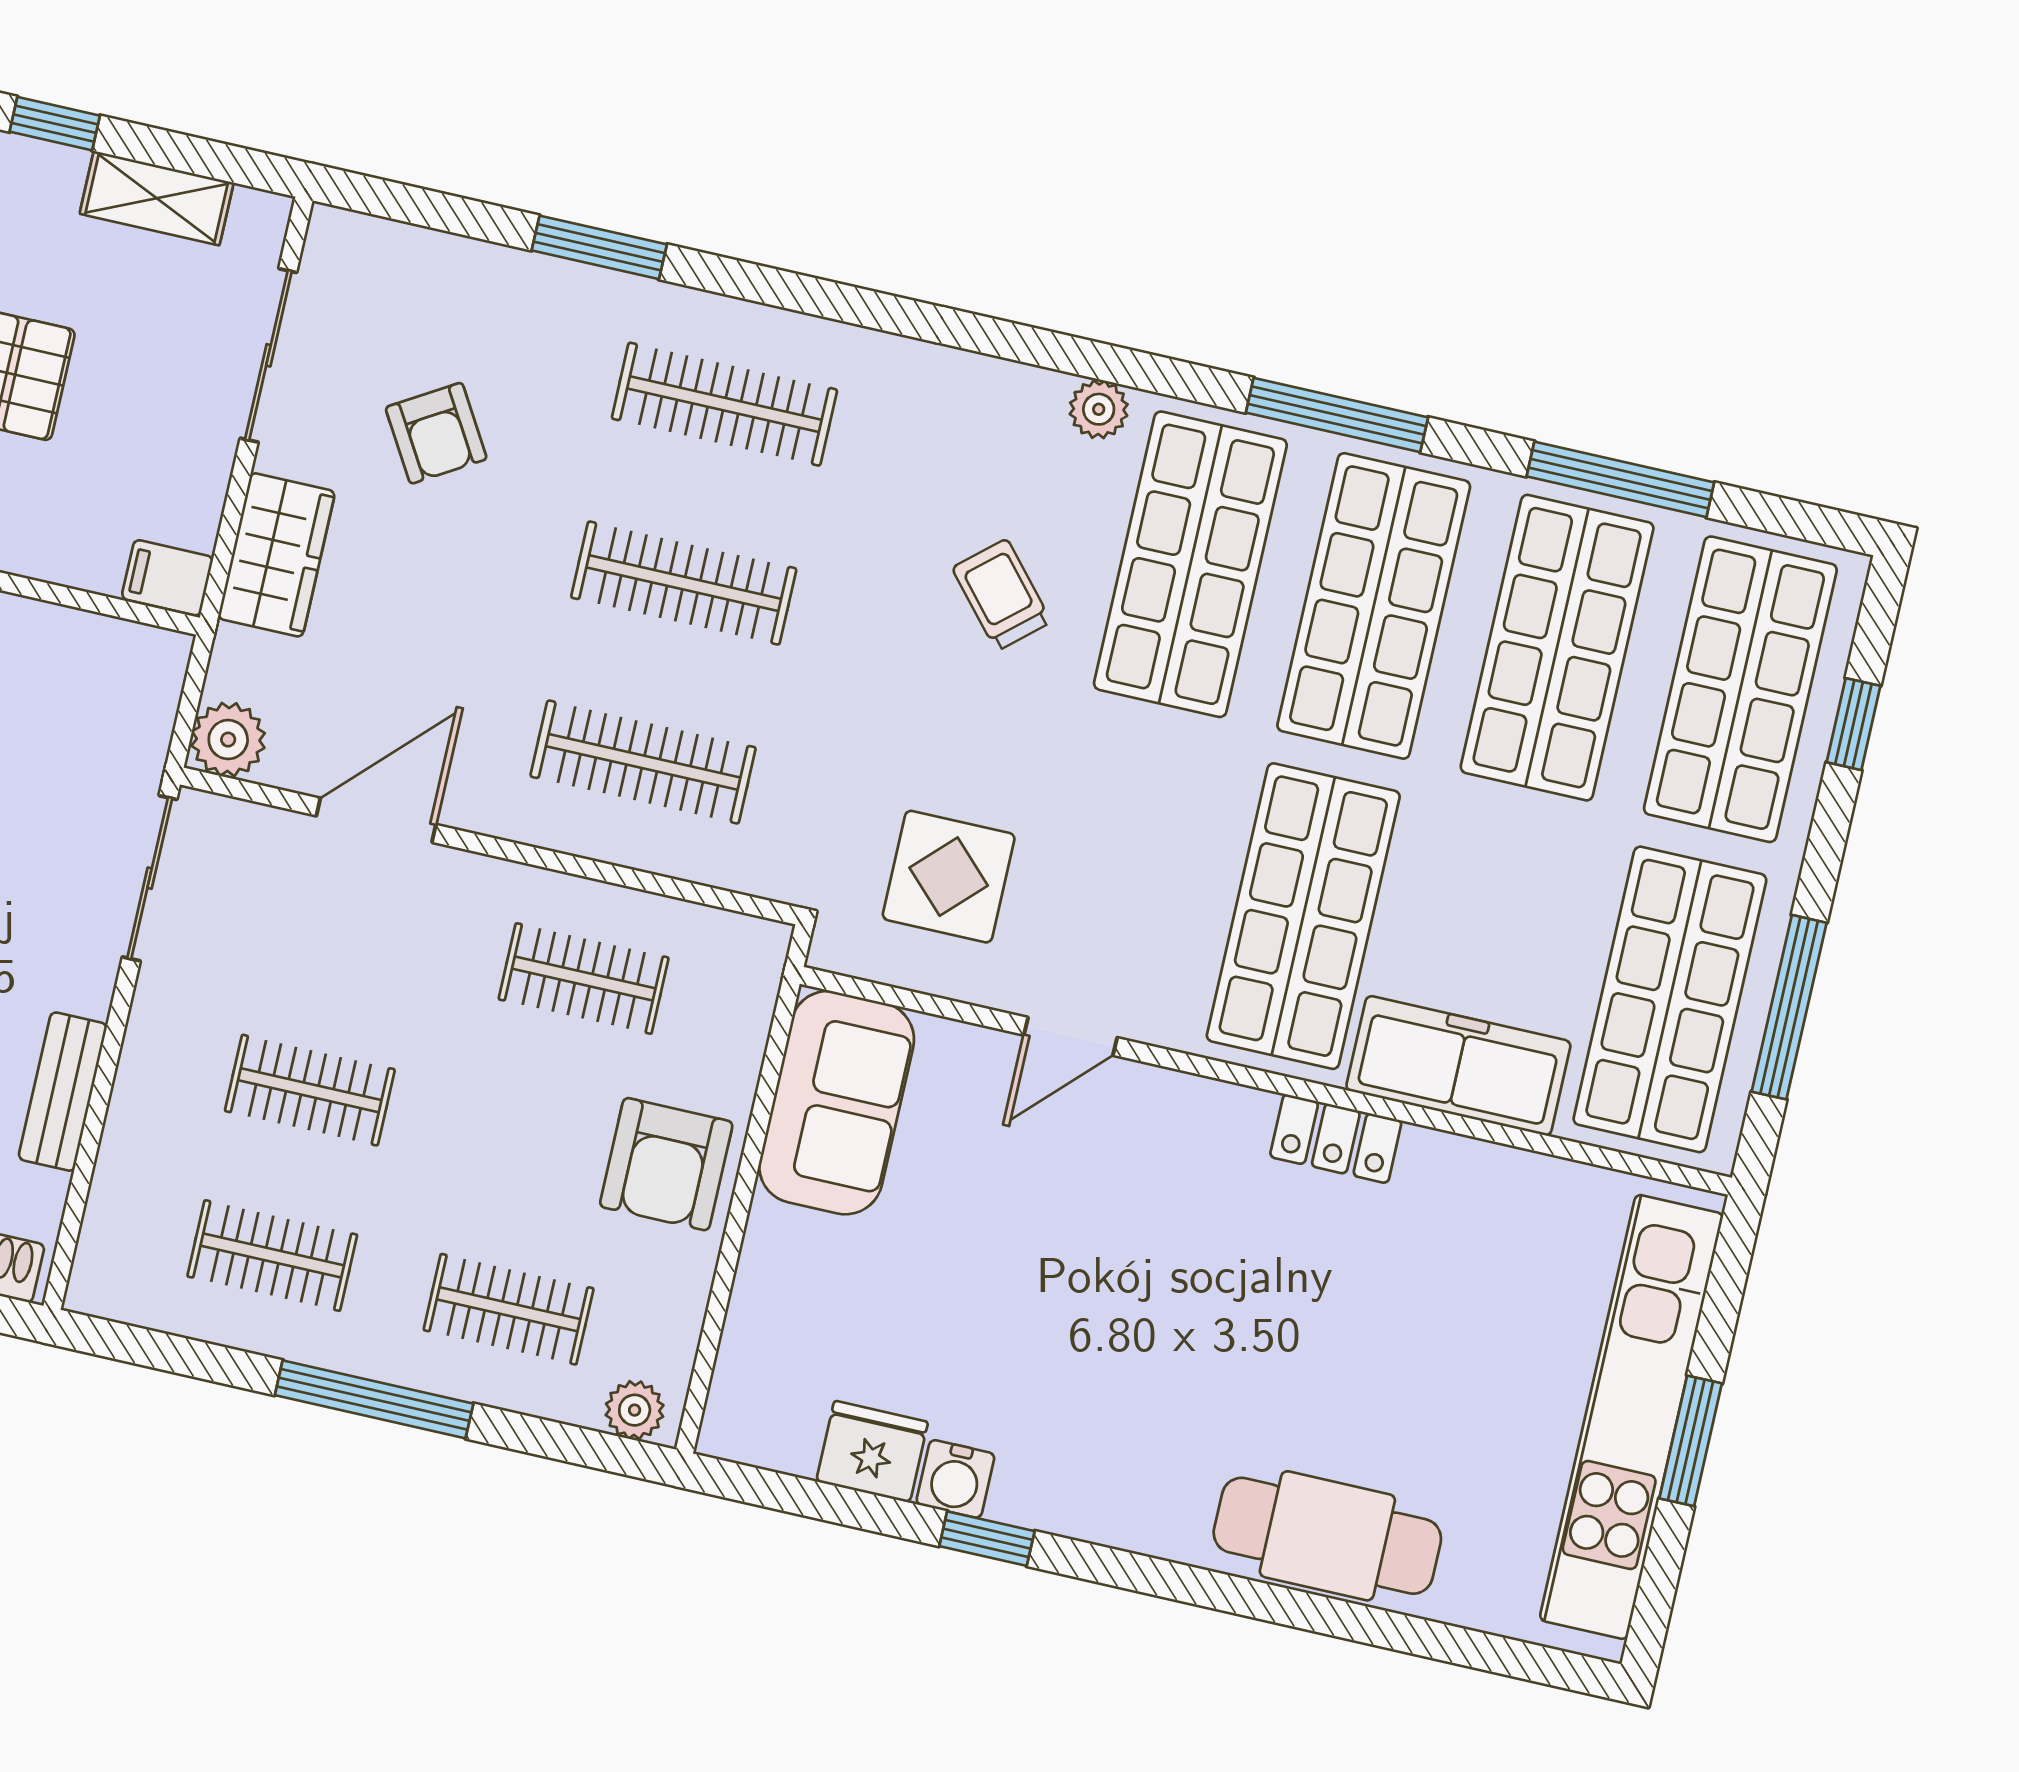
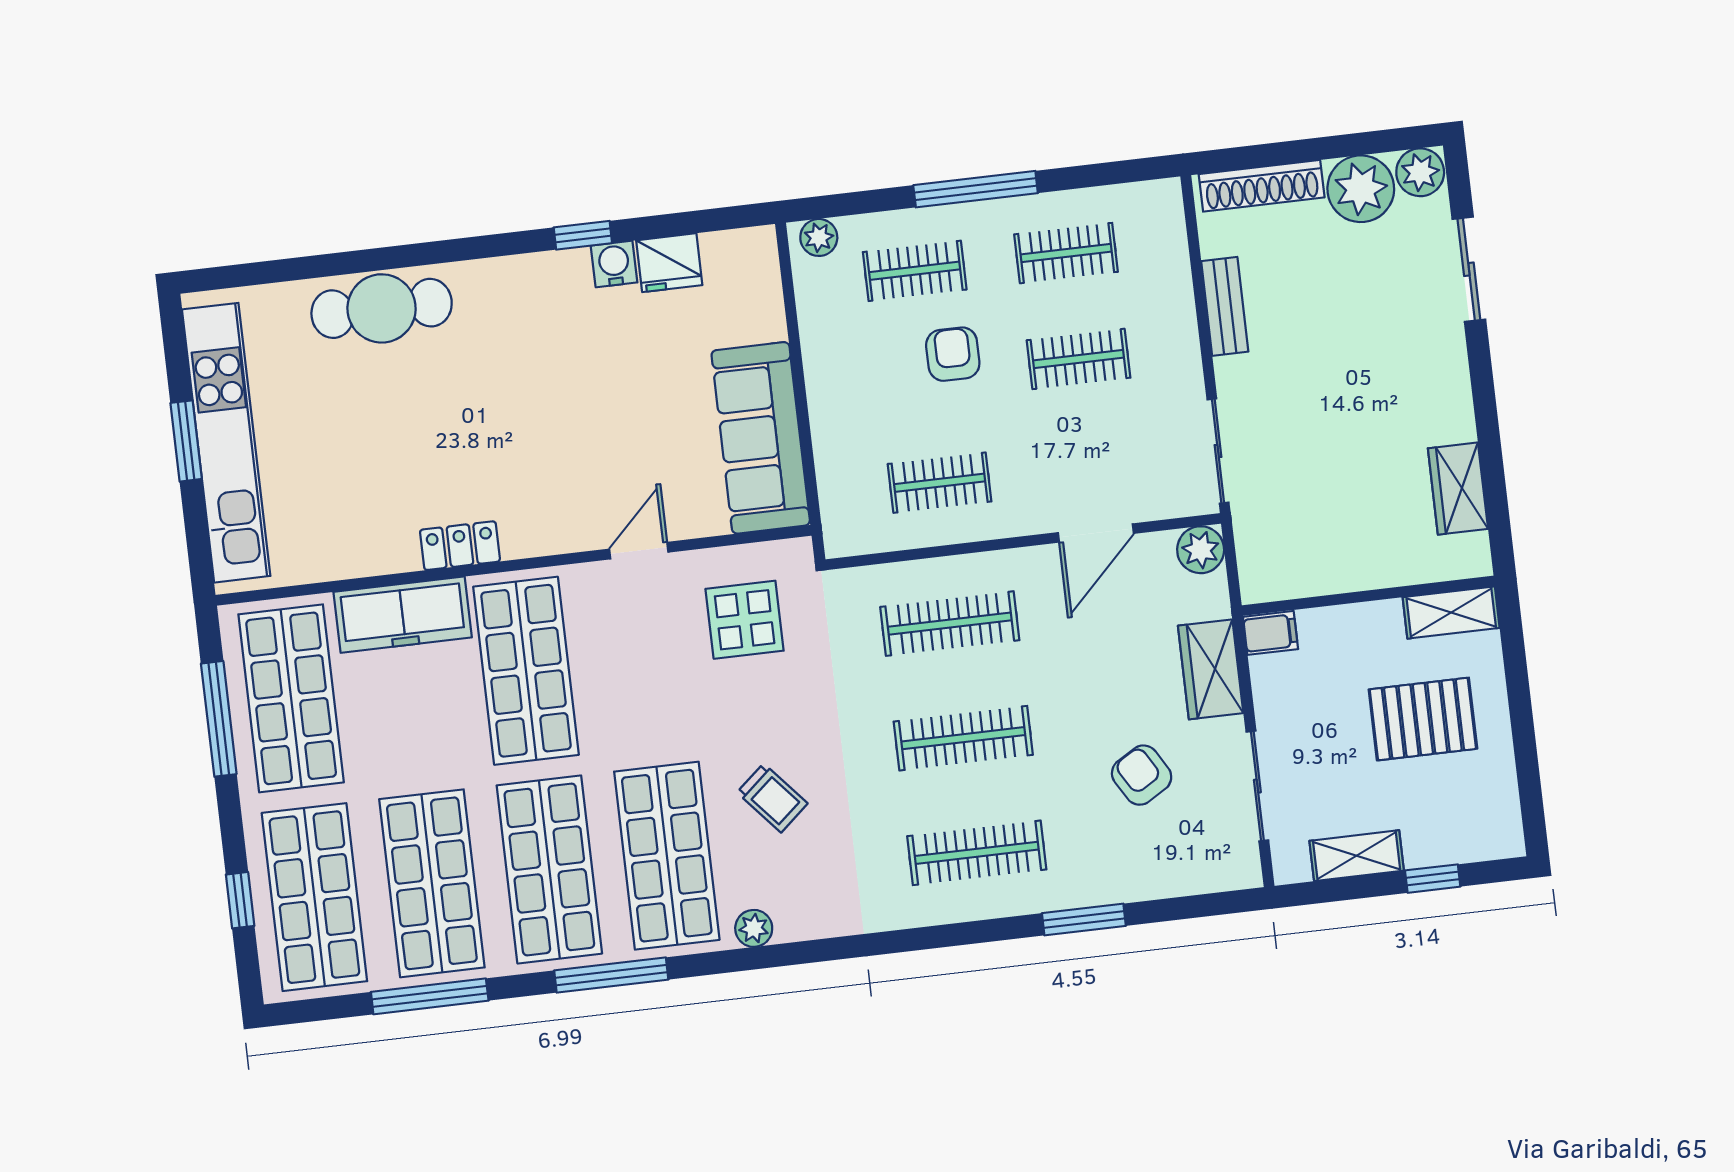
sofa: (837, 1103) -> (761, 438), width x1.36
armchair: (666, 1164) -> (953, 354), moved, width x0.72, depth x0.72

